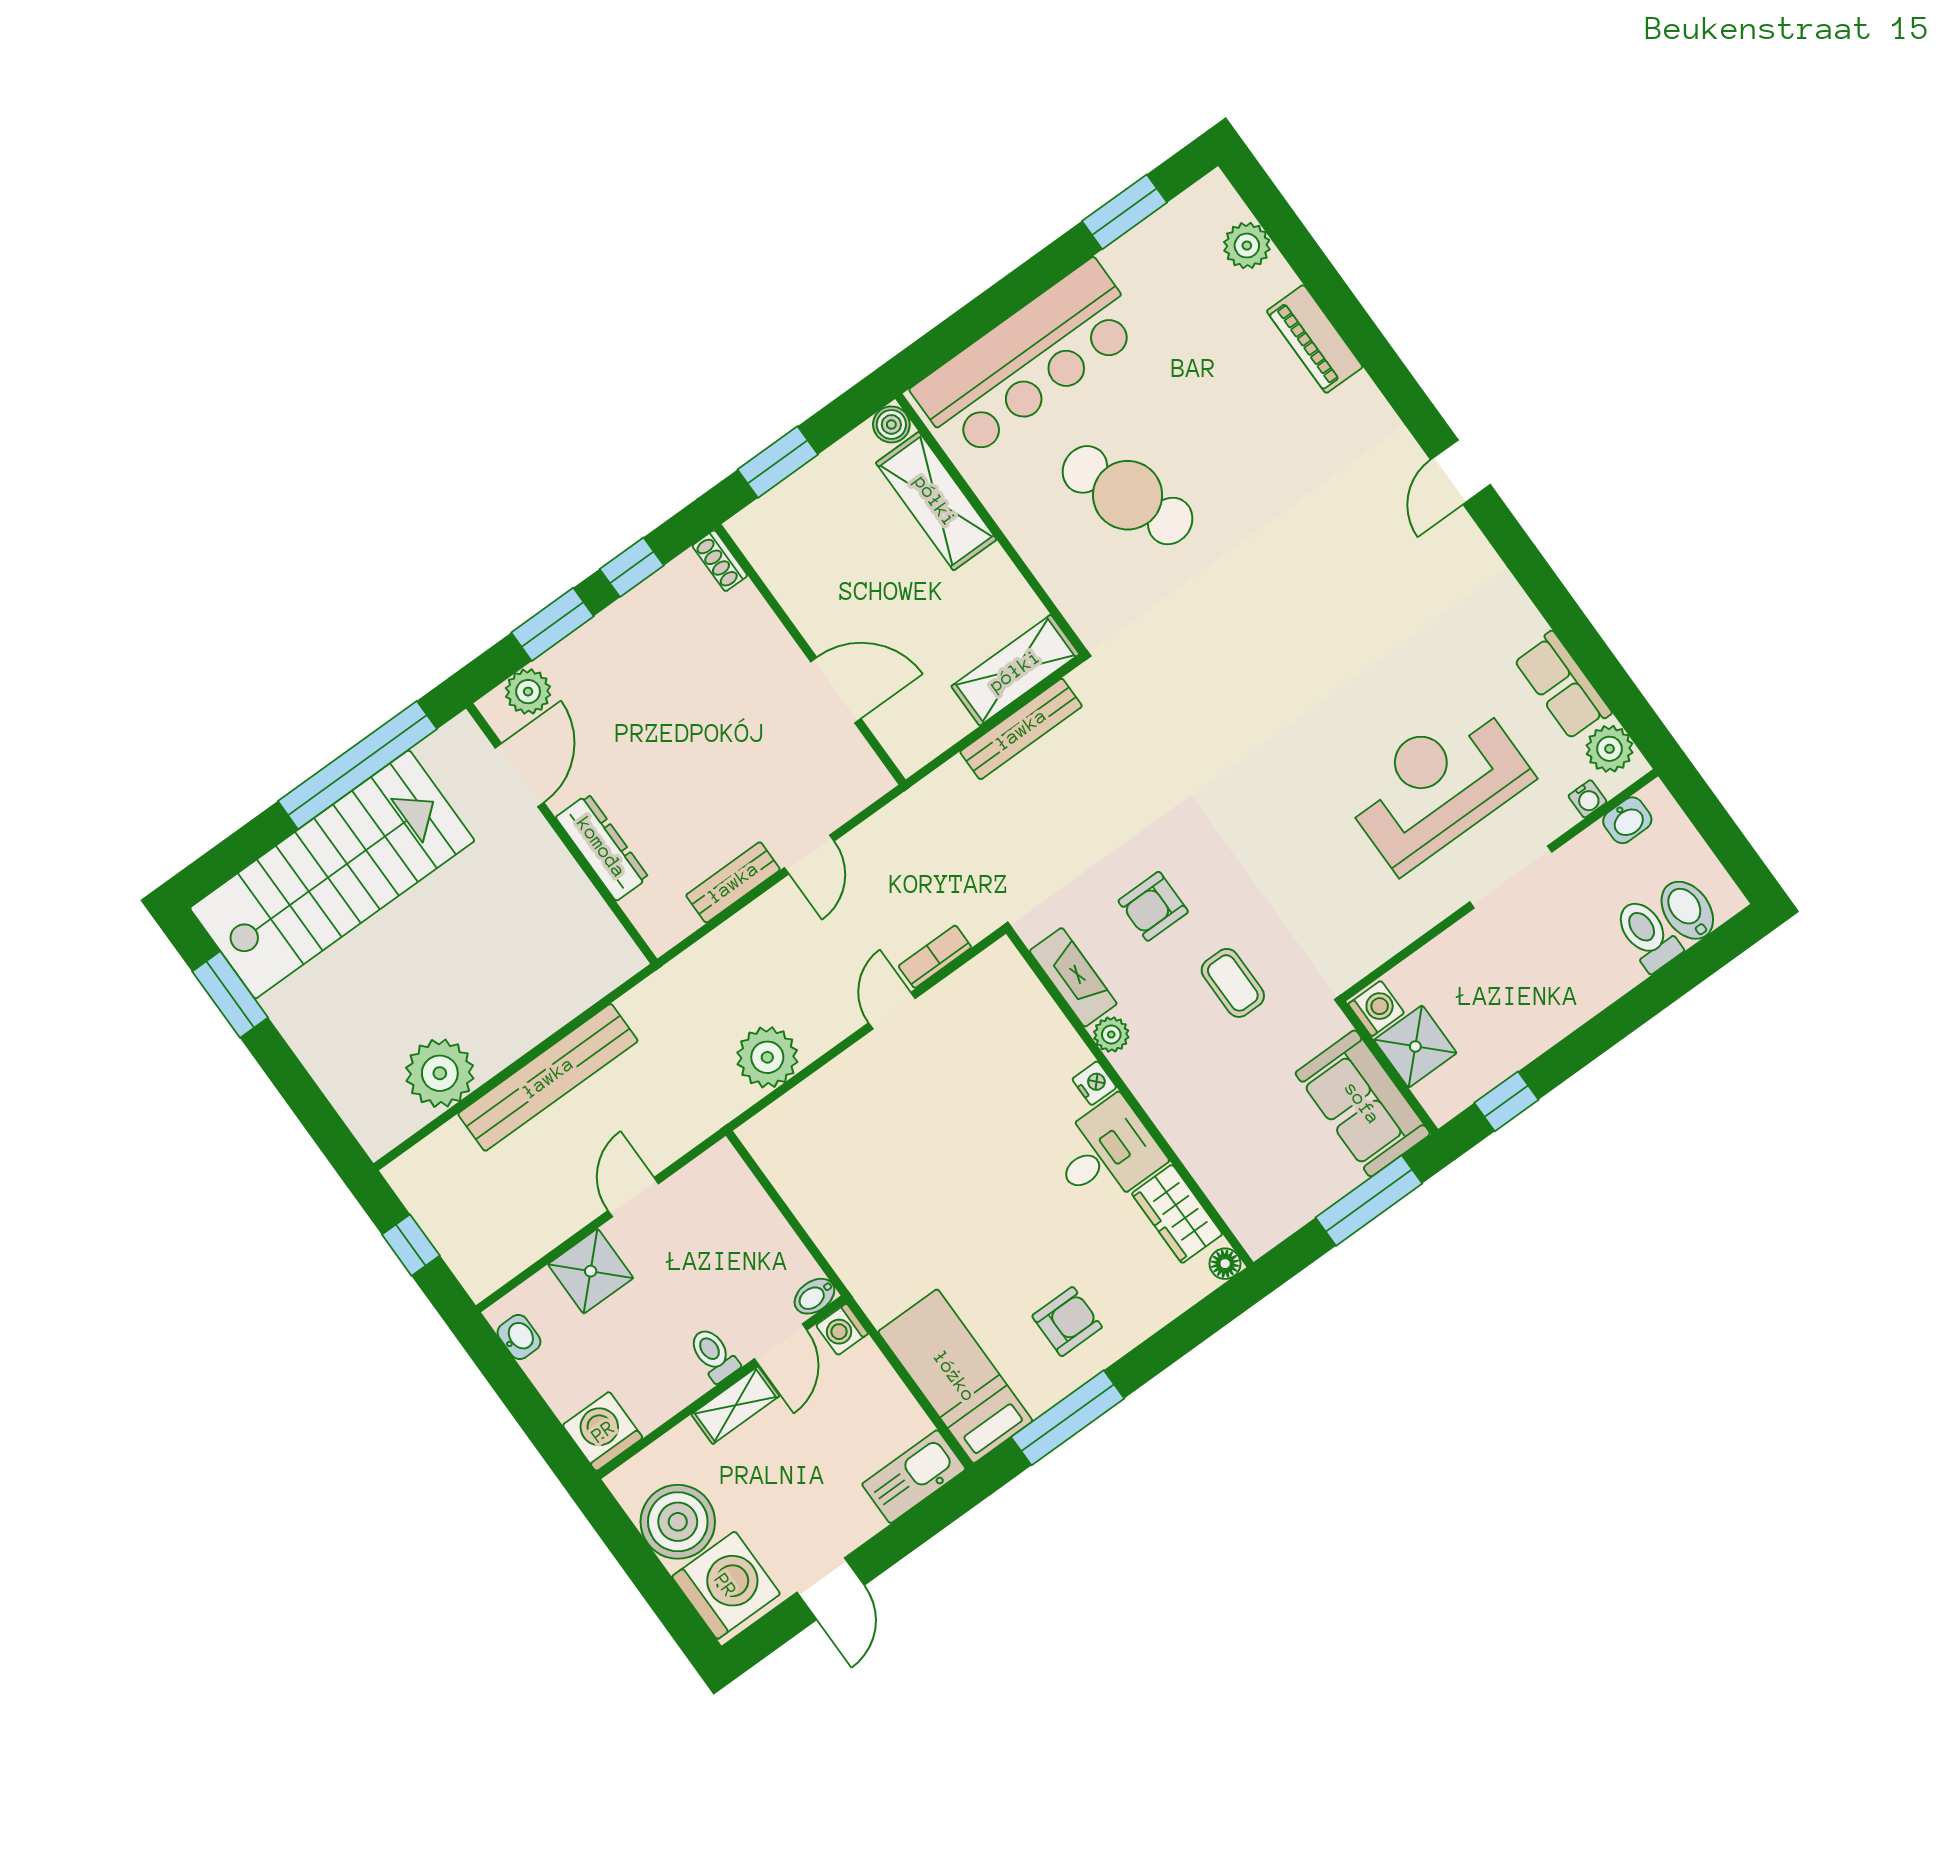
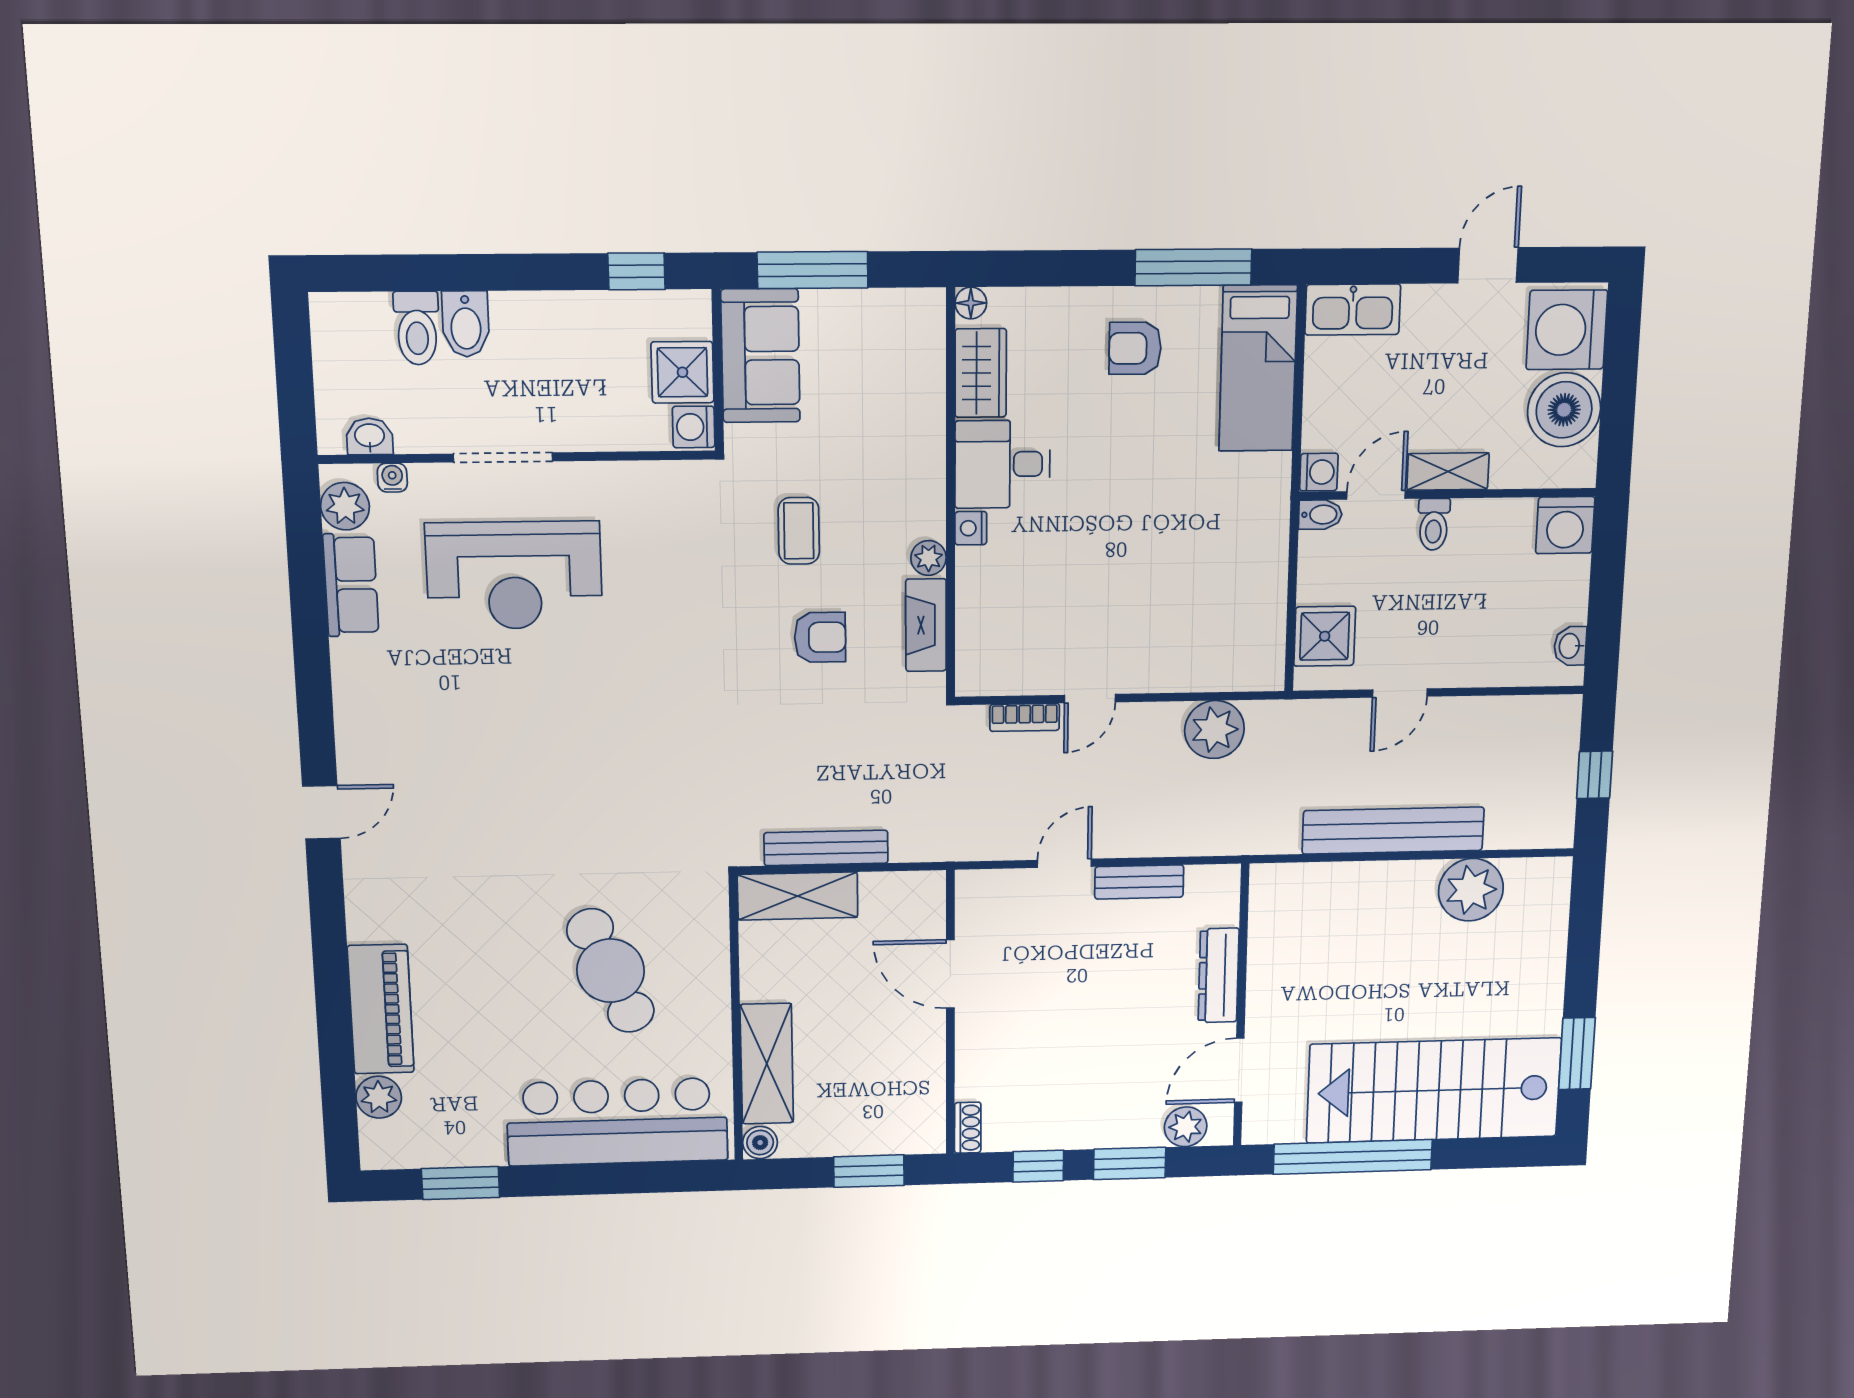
piano: (1315, 339) -> (381, 1009), width x1.37, depth x1.33
bidet: (1687, 910) -> (466, 324), moved
shower: (591, 1271) -> (1325, 636), moved

